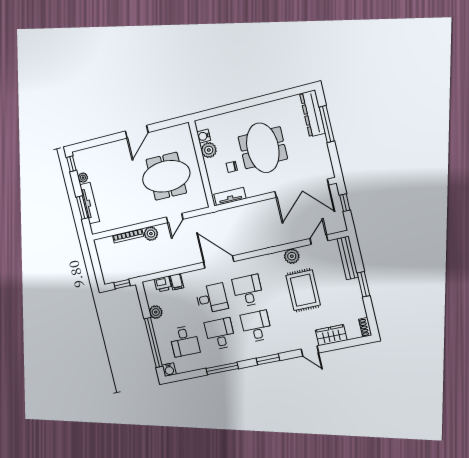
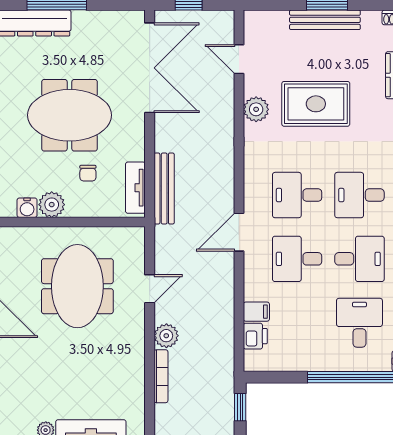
bench: (233, 213) -> (164, 189), added
door: (175, 218) -> (150, 289), hinge flipped
bench: (348, 258) -> (325, 20), moved
door: (219, 262) -> (239, 232), width x0.73
desk: (212, 298) -> (297, 259), turned -90
plant: (156, 312) -> (300, 360), removed
desk: (220, 334) -> (359, 259), turned 180
desk: (184, 341) -> (359, 323), turned -90

